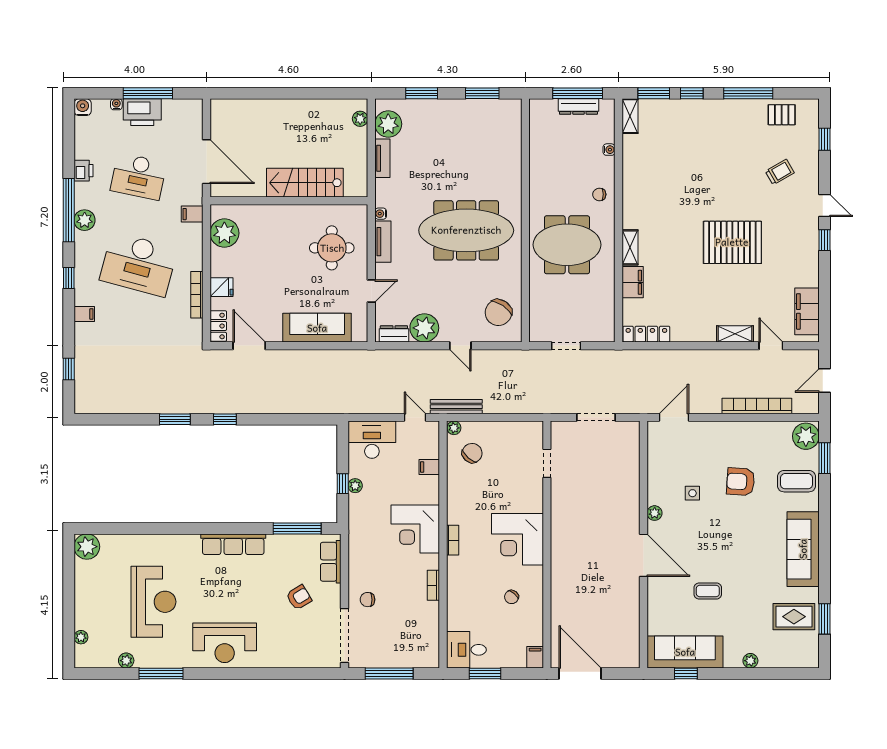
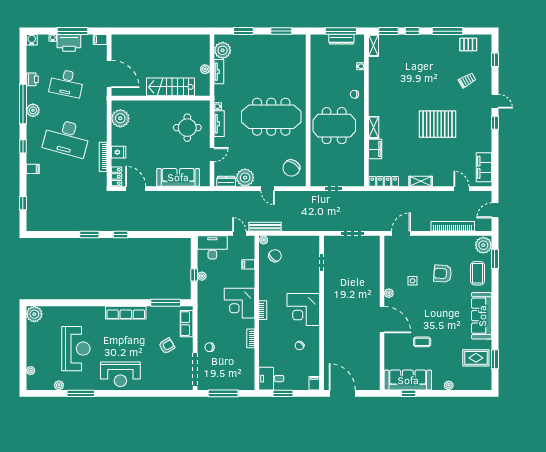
plant: (360, 119) -> (205, 69), moved
filing cabinet: (192, 214) -> (100, 39), moved
shelving: (735, 334) -> (421, 181), moved
coffee table: (796, 481) -> (478, 273), turned 90

